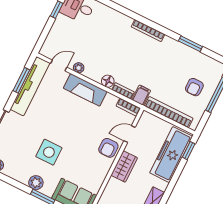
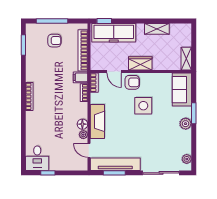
window: (190, 44) -> (23, 45), moved
floor lamp: (108, 81) -> (82, 124), moved
side table: (49, 152) -> (143, 106), moved

